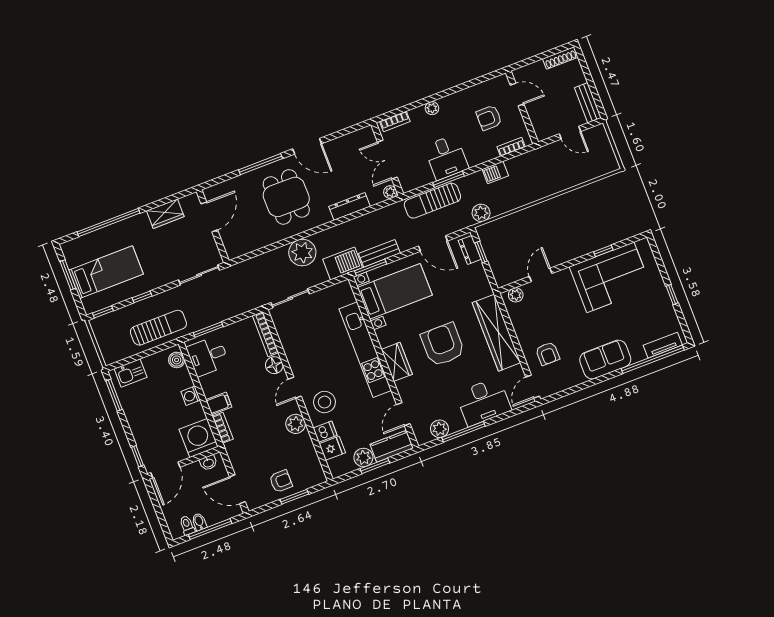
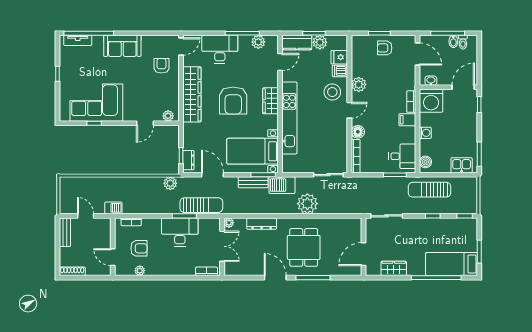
plant: (432, 108) -> (140, 271), moved
desk: (446, 157) -> (180, 232), width x1.37
barbecue: (495, 173) -> (113, 208), moved
bed: (106, 272) -> (452, 264), moved

